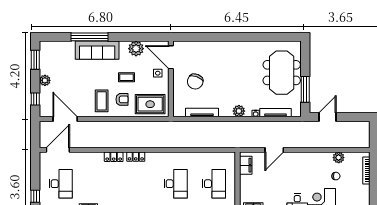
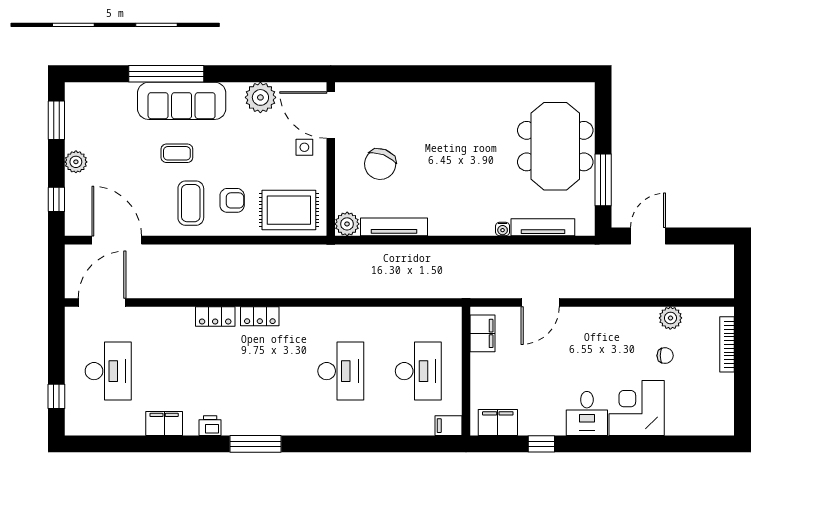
coffee table: (127, 77) -> (177, 153), moved
plant: (239, 111) -> (347, 224), moved

